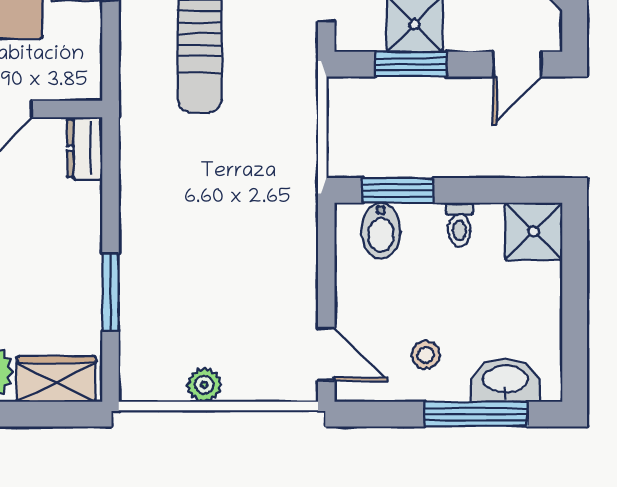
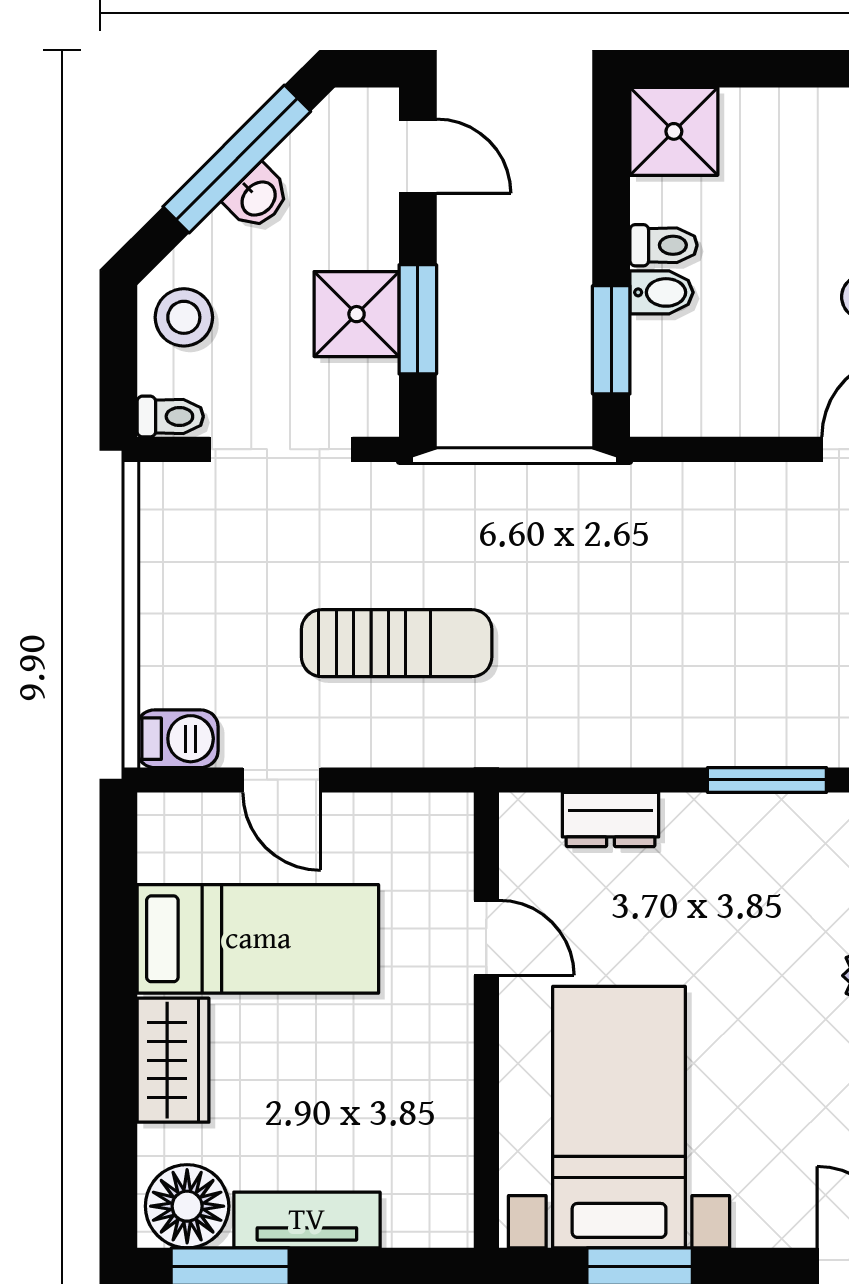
dresser: (85, 148) -> (611, 820), moved
bidet: (381, 231) -> (662, 292), moved, width x0.72, depth x0.74

